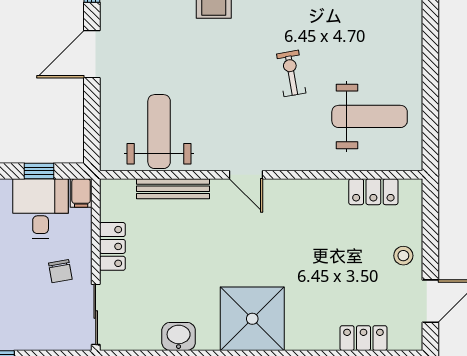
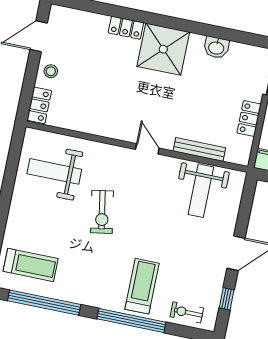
exercise bike: (291, 73) -> (102, 212), width x1.38, depth x1.39
locker: (373, 192) -> (39, 105), moved, turned 90
locker: (363, 338) -> (126, 28), moved

